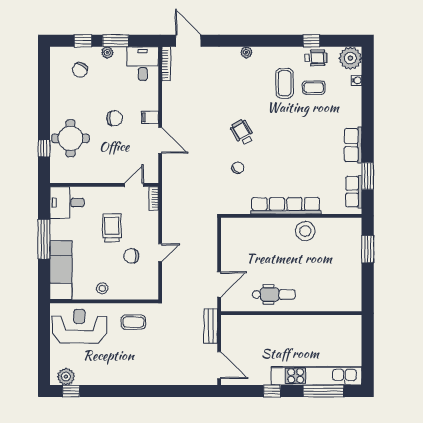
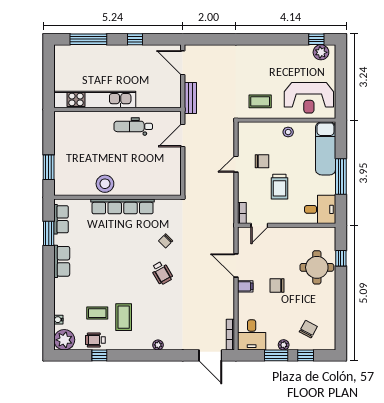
kitchen unit: (316, 376) -> (95, 99), moved, turned 180

